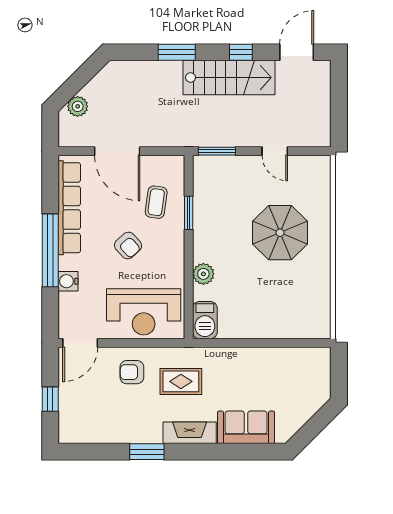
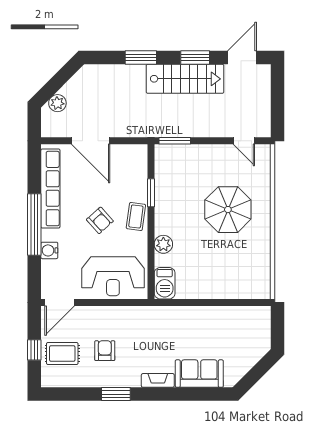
window: (241, 52) -> (195, 58), width x1.50
door: (275, 151) -> (244, 141), moved
coffee table: (156, 202) -> (136, 216), moved
armchair: (132, 372) -> (105, 351), moved, turned 90
rug: (181, 381) -> (62, 353), moved
fireplace: (190, 433) -> (158, 380), width x0.73, depth x0.76

